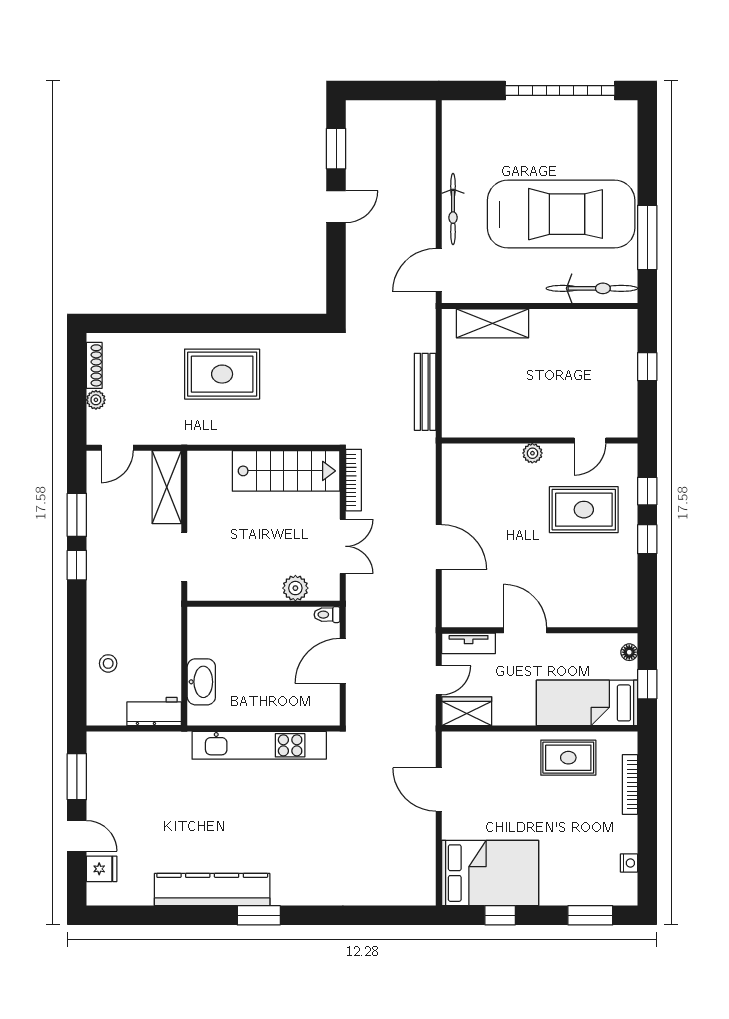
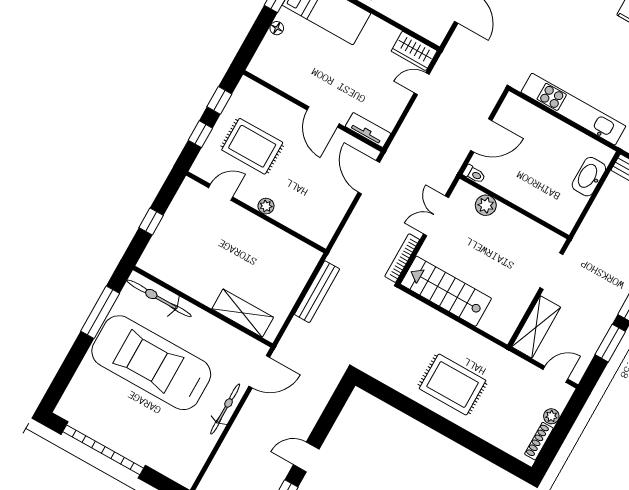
door: (525, 630) -> (323, 117), moved
wall: (540, 630) -> (313, 111), moved
tv unit: (469, 643) -> (368, 130), moved

